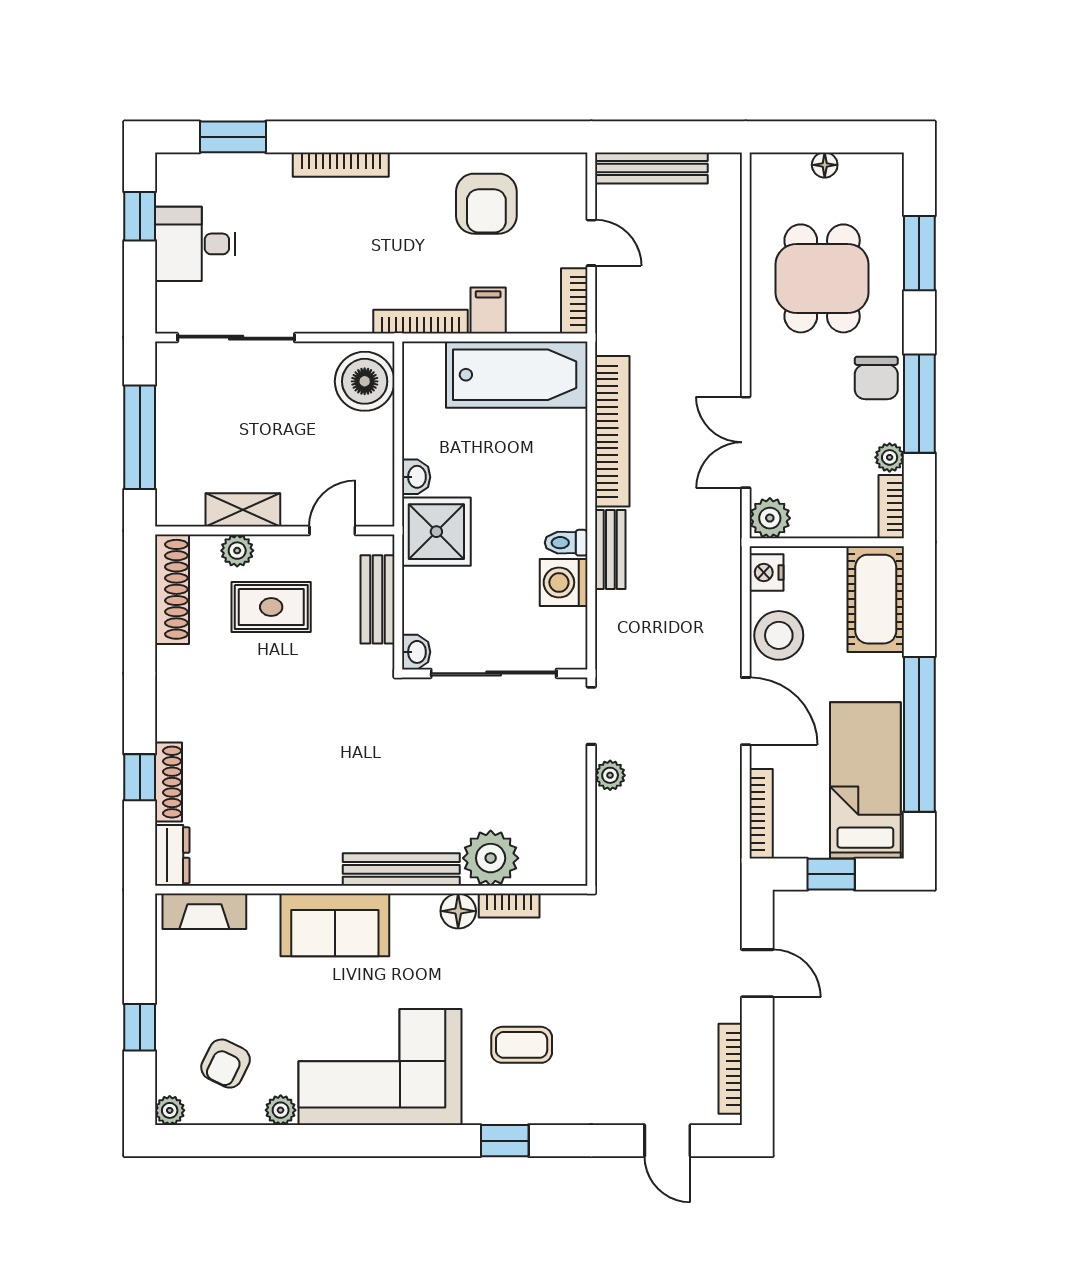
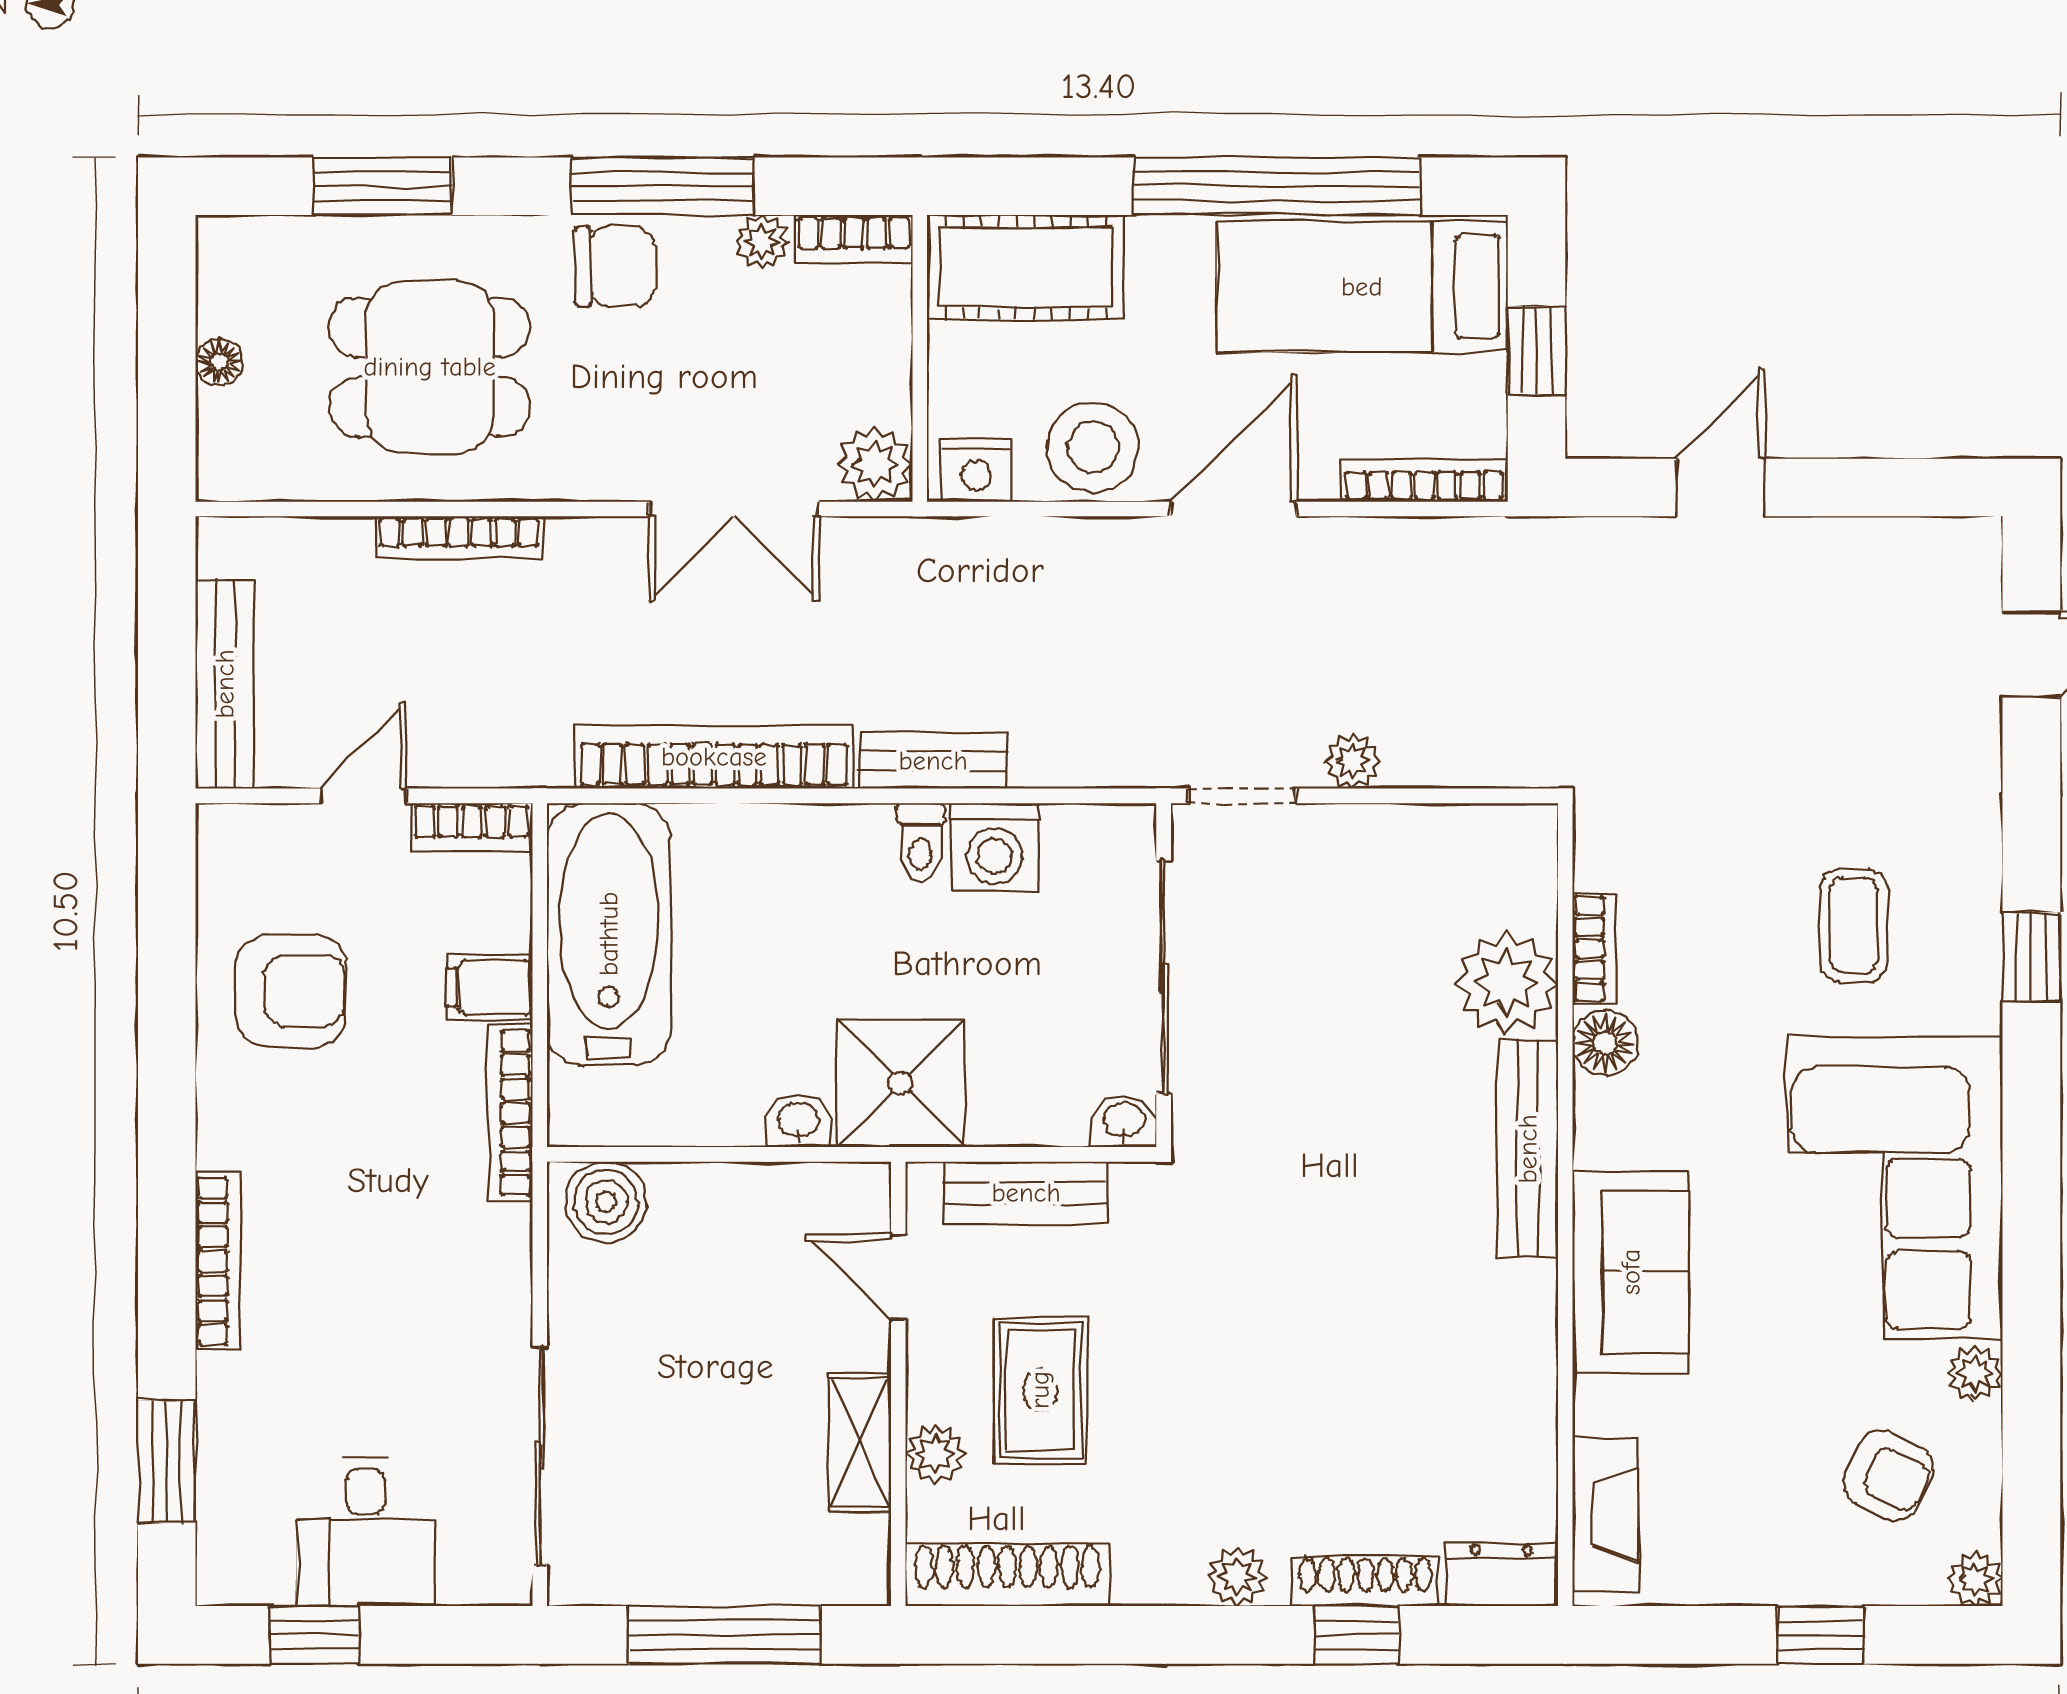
boiler: (365, 381) -> (606, 1202), width x0.73, depth x0.73
plant: (171, 713) -> (1237, 1577), added
bookcase: (730, 1069) -> (459, 538), moved

